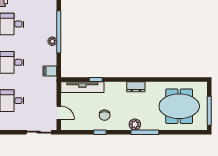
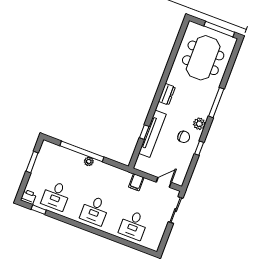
filing cabinet: (50, 71) -> (136, 182), moved
tv unit: (82, 87) -> (152, 134), moved
plant: (135, 124) -> (199, 124), moved

